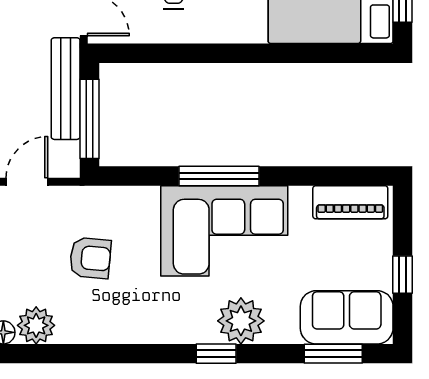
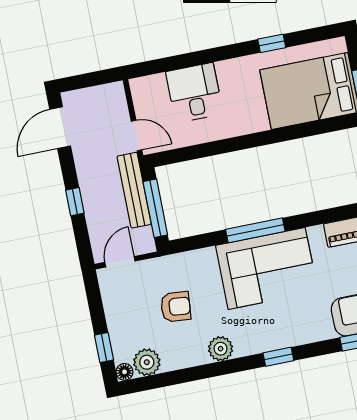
plant: (241, 321) -> (221, 349), moved, width x0.73, depth x0.73

